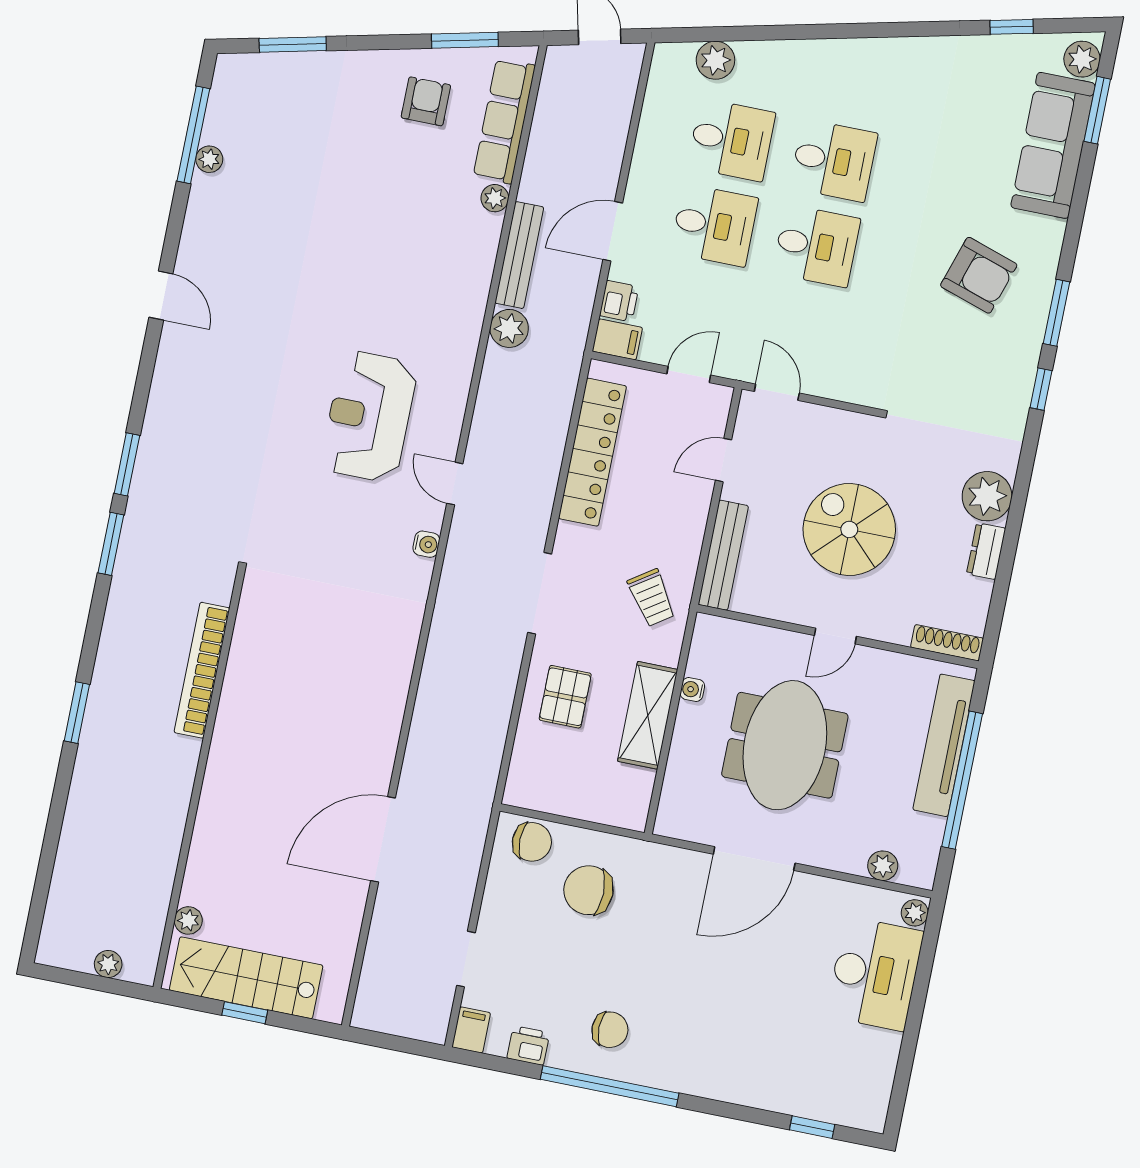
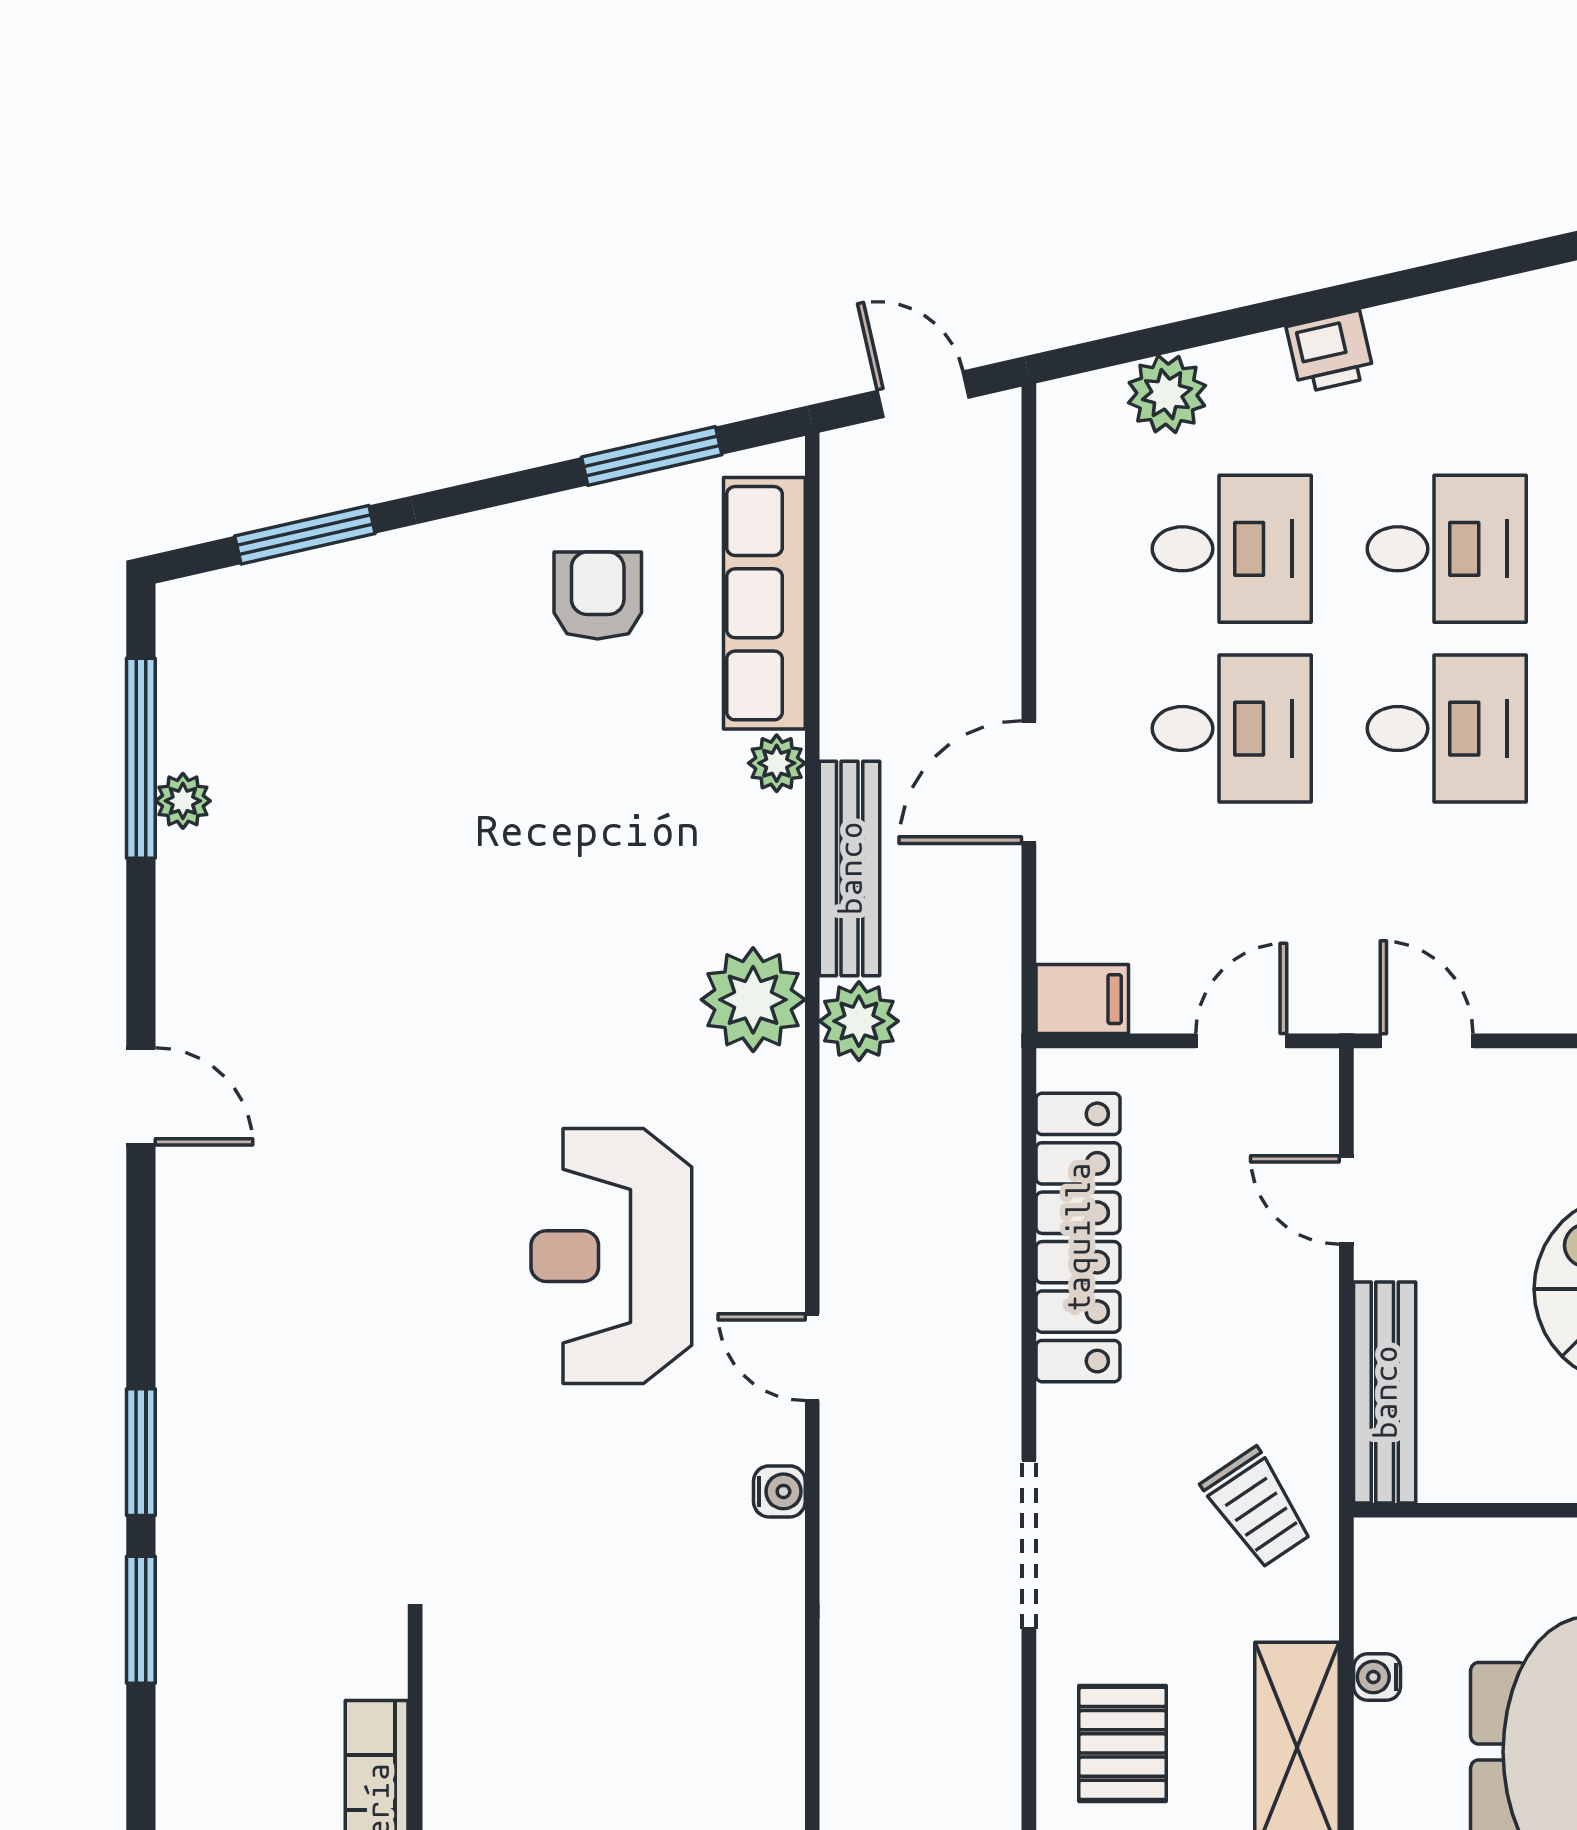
printer: (619, 301) -> (1330, 352), moved, turned 77
plant: (461, 308) -> (753, 1000), added
door: (724, 460) -> (1346, 1200), hinge flipped

